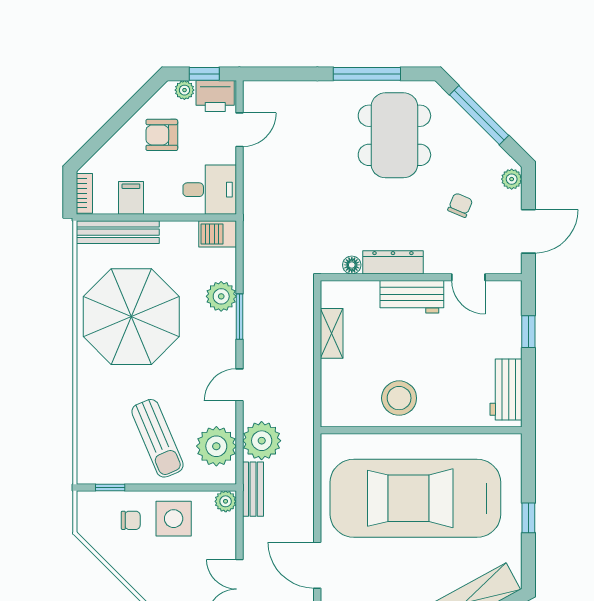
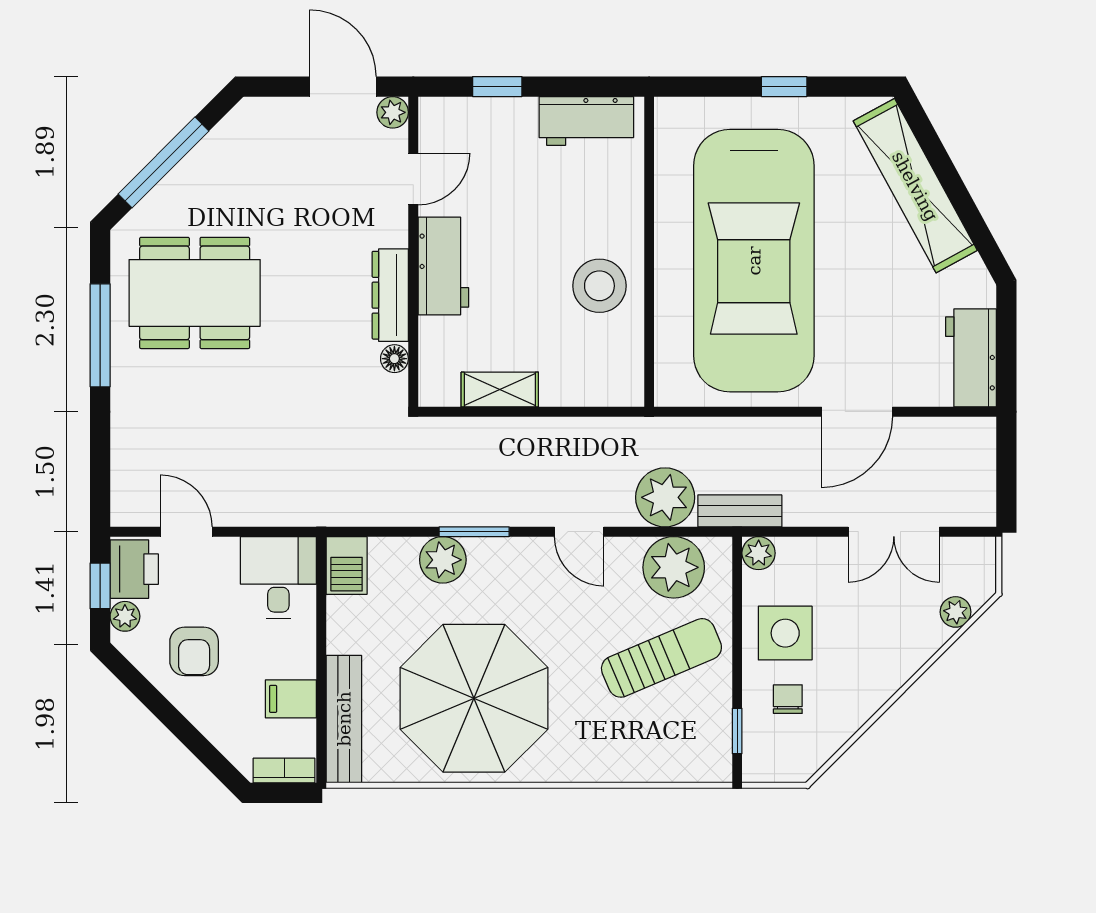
plant: (512, 179) -> (393, 112), moved
chair: (460, 205) -> (302, 192), removed

